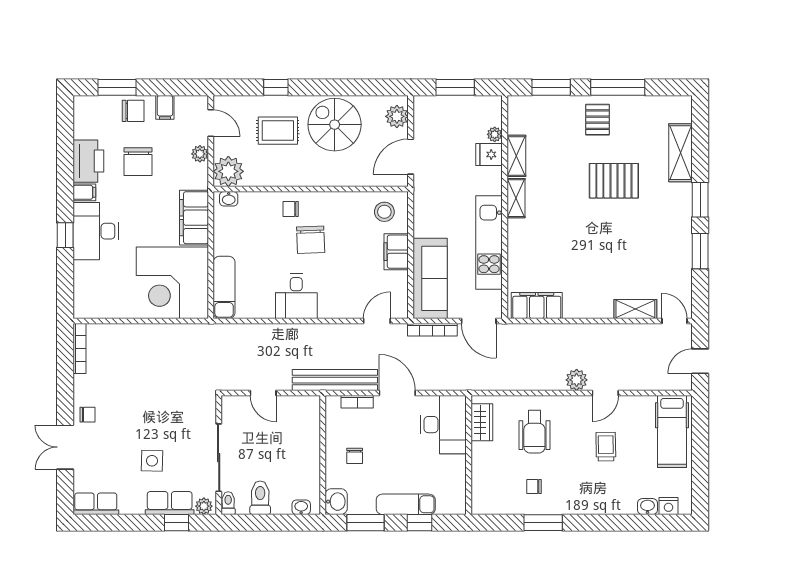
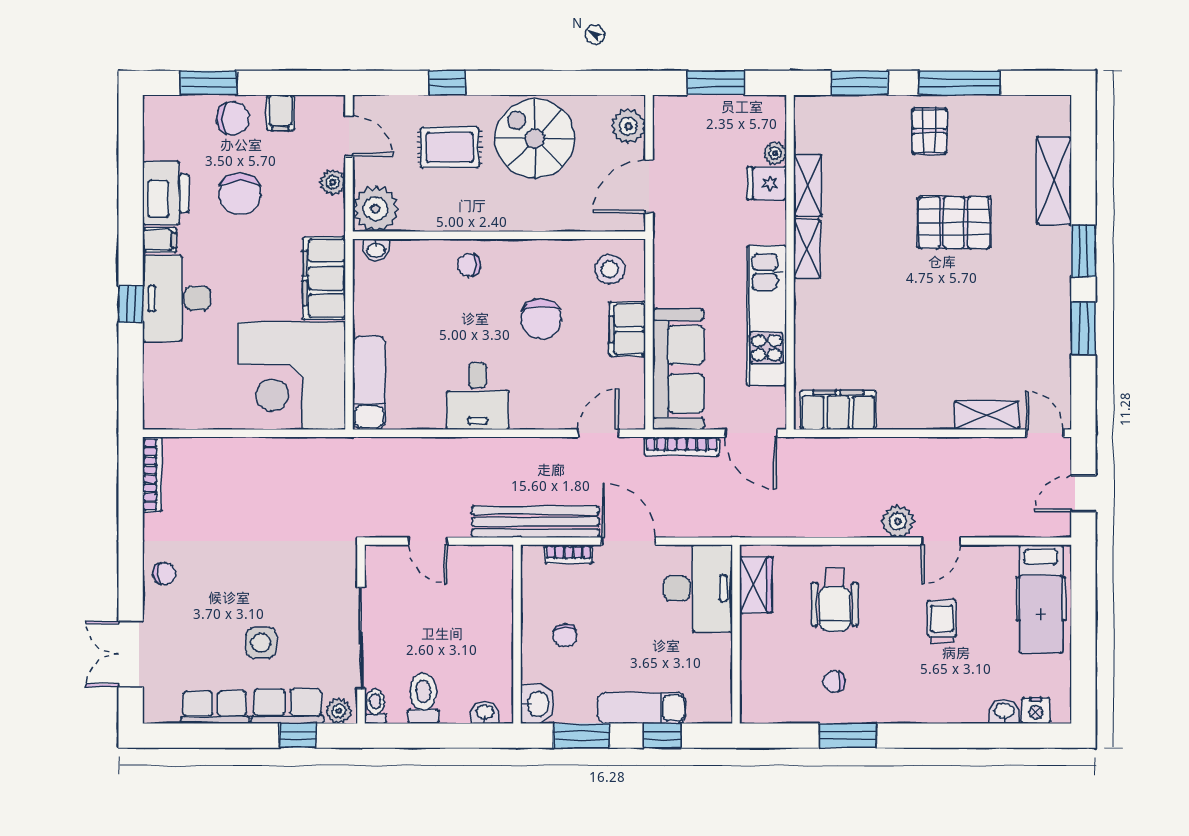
chair: (311, 240) -> (541, 319), moved
double door: (65, 447) -> (131, 654), moved
row of seats: (96, 504) -> (215, 707), moved

